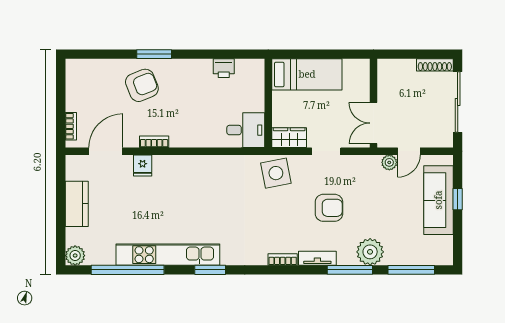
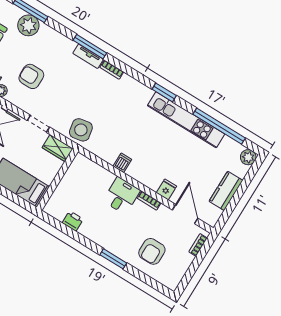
armchair: (142, 85) -> (152, 251), moved, turned -68
desk: (246, 130) -> (122, 196), moved, turned 90
door: (106, 151) -> (185, 214), swing flipped
dishwasher: (209, 165) -> (122, 163), added
armchair: (329, 208) -> (31, 76), moved
plant: (370, 252) -> (28, 25), moved
window: (350, 270) -> (90, 47), moved

